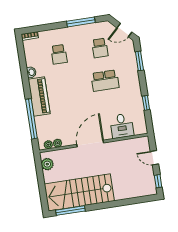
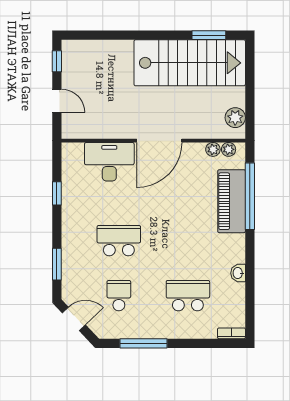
school desk: (59, 54) -> (188, 296), width x1.85
piano: (39, 97) -> (232, 201), moved
desk: (122, 126) -> (109, 162), width x1.37
window: (70, 211) -> (209, 35), width x0.69

